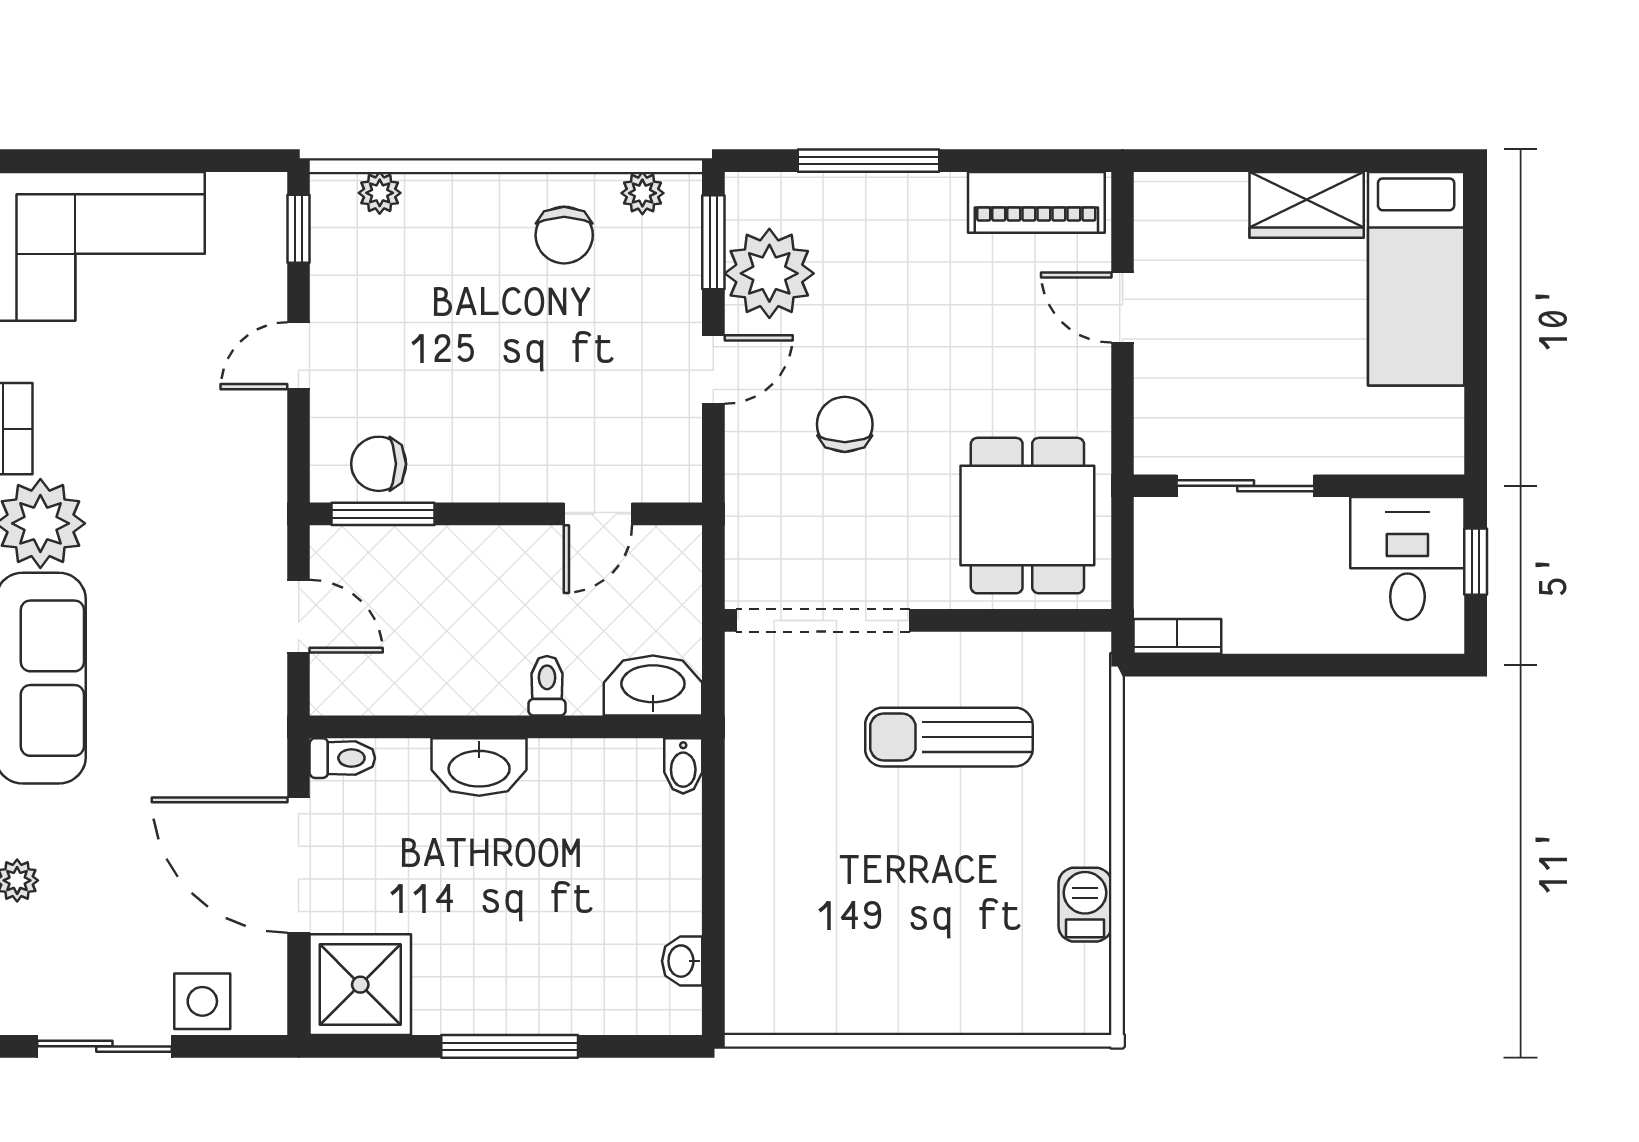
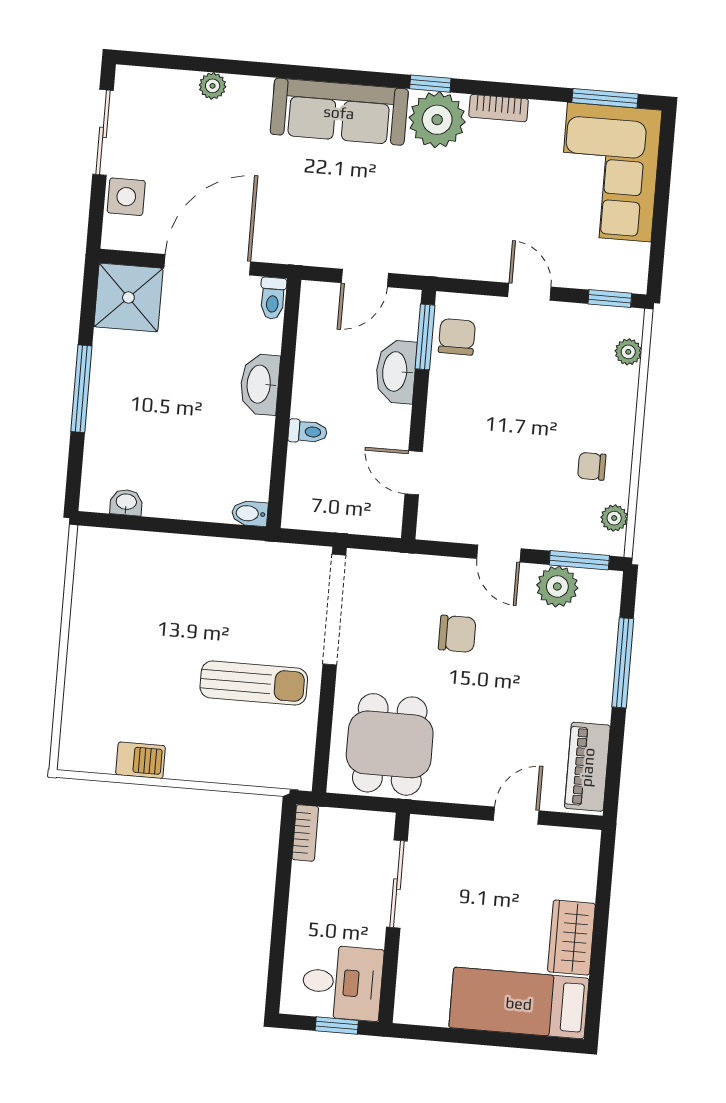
chair: (564, 235) -> (592, 466), width x0.73, depth x0.73
plant: (769, 273) -> (557, 586), width x0.73, depth x0.73
dining table: (1027, 516) -> (390, 744), turned 90
washbasin: (653, 686) -> (396, 372), moved, turned 180
sun lounger: (949, 737) -> (254, 683), turned 90

